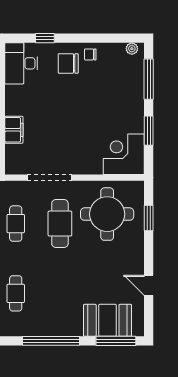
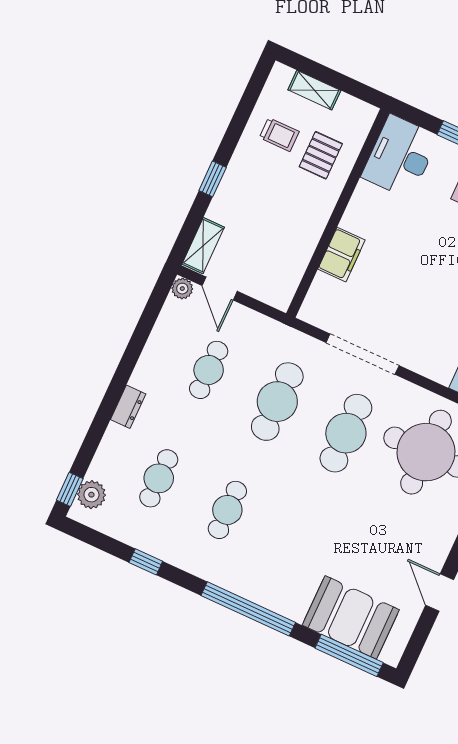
cafe table: (16, 224) -> (277, 402), width x1.37, depth x1.35

